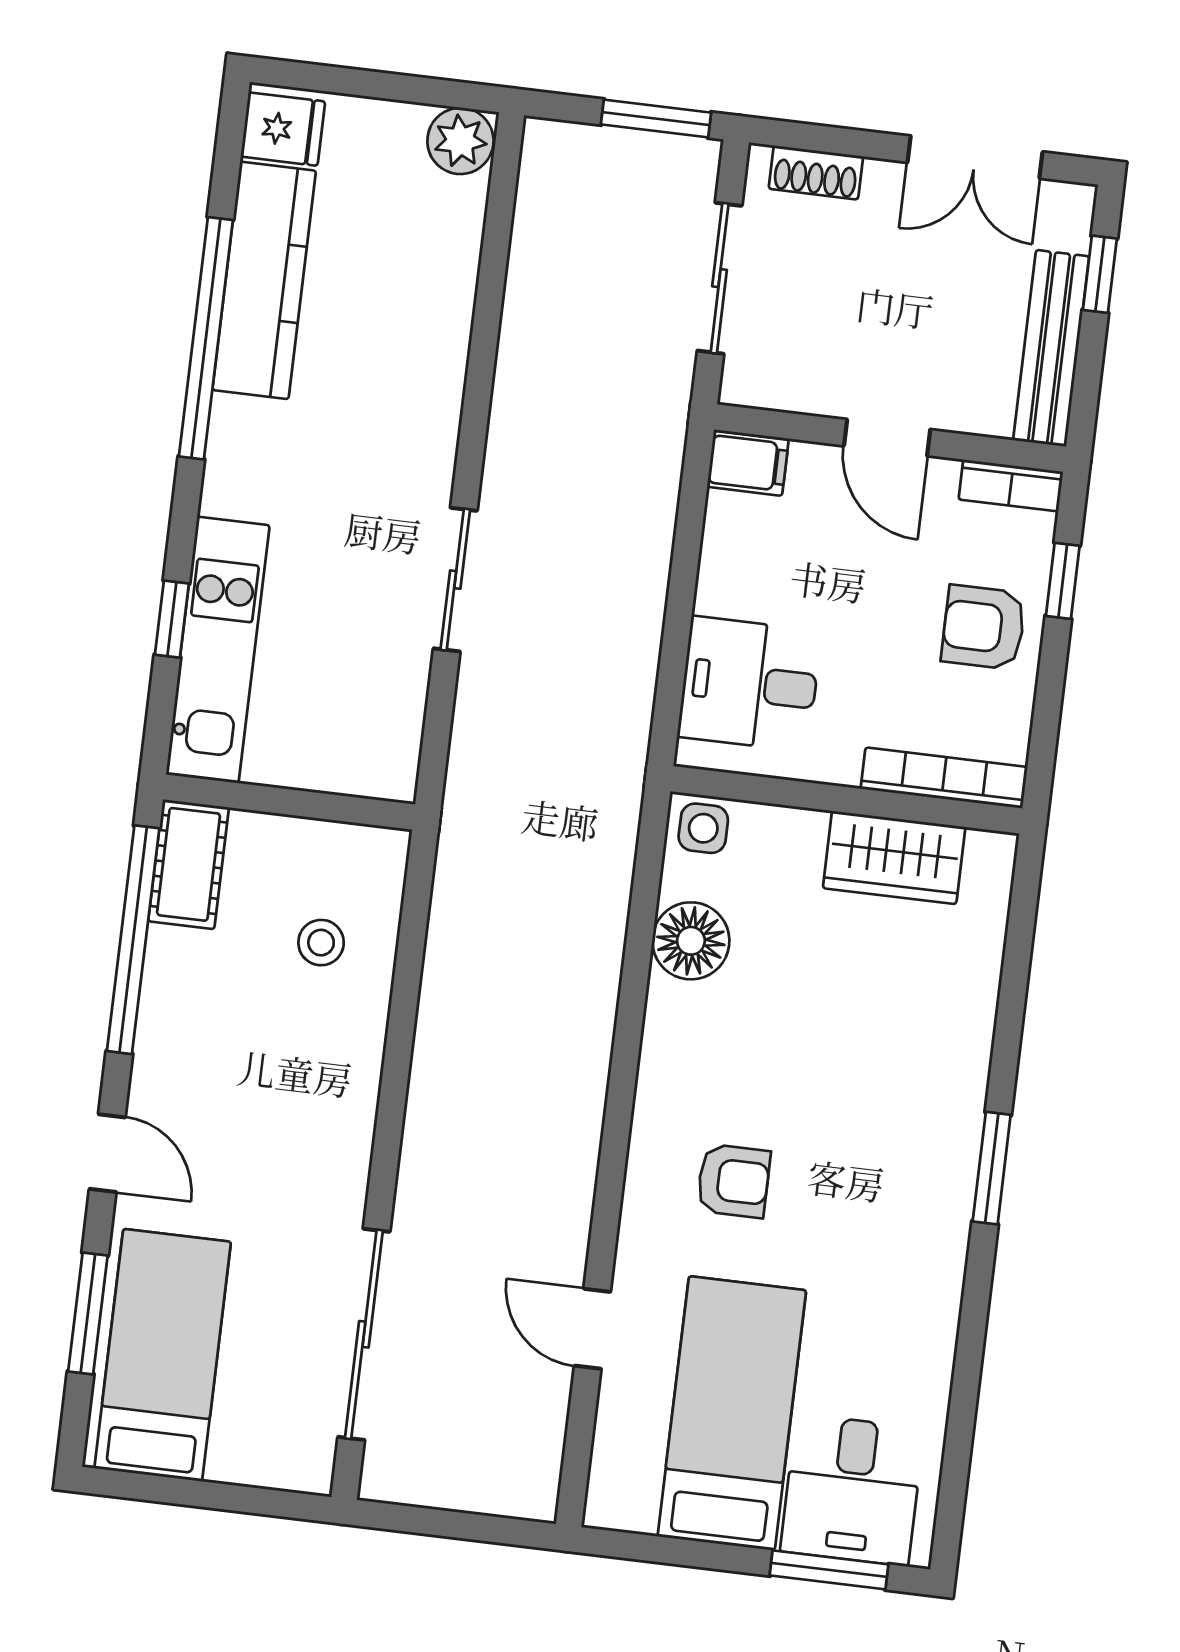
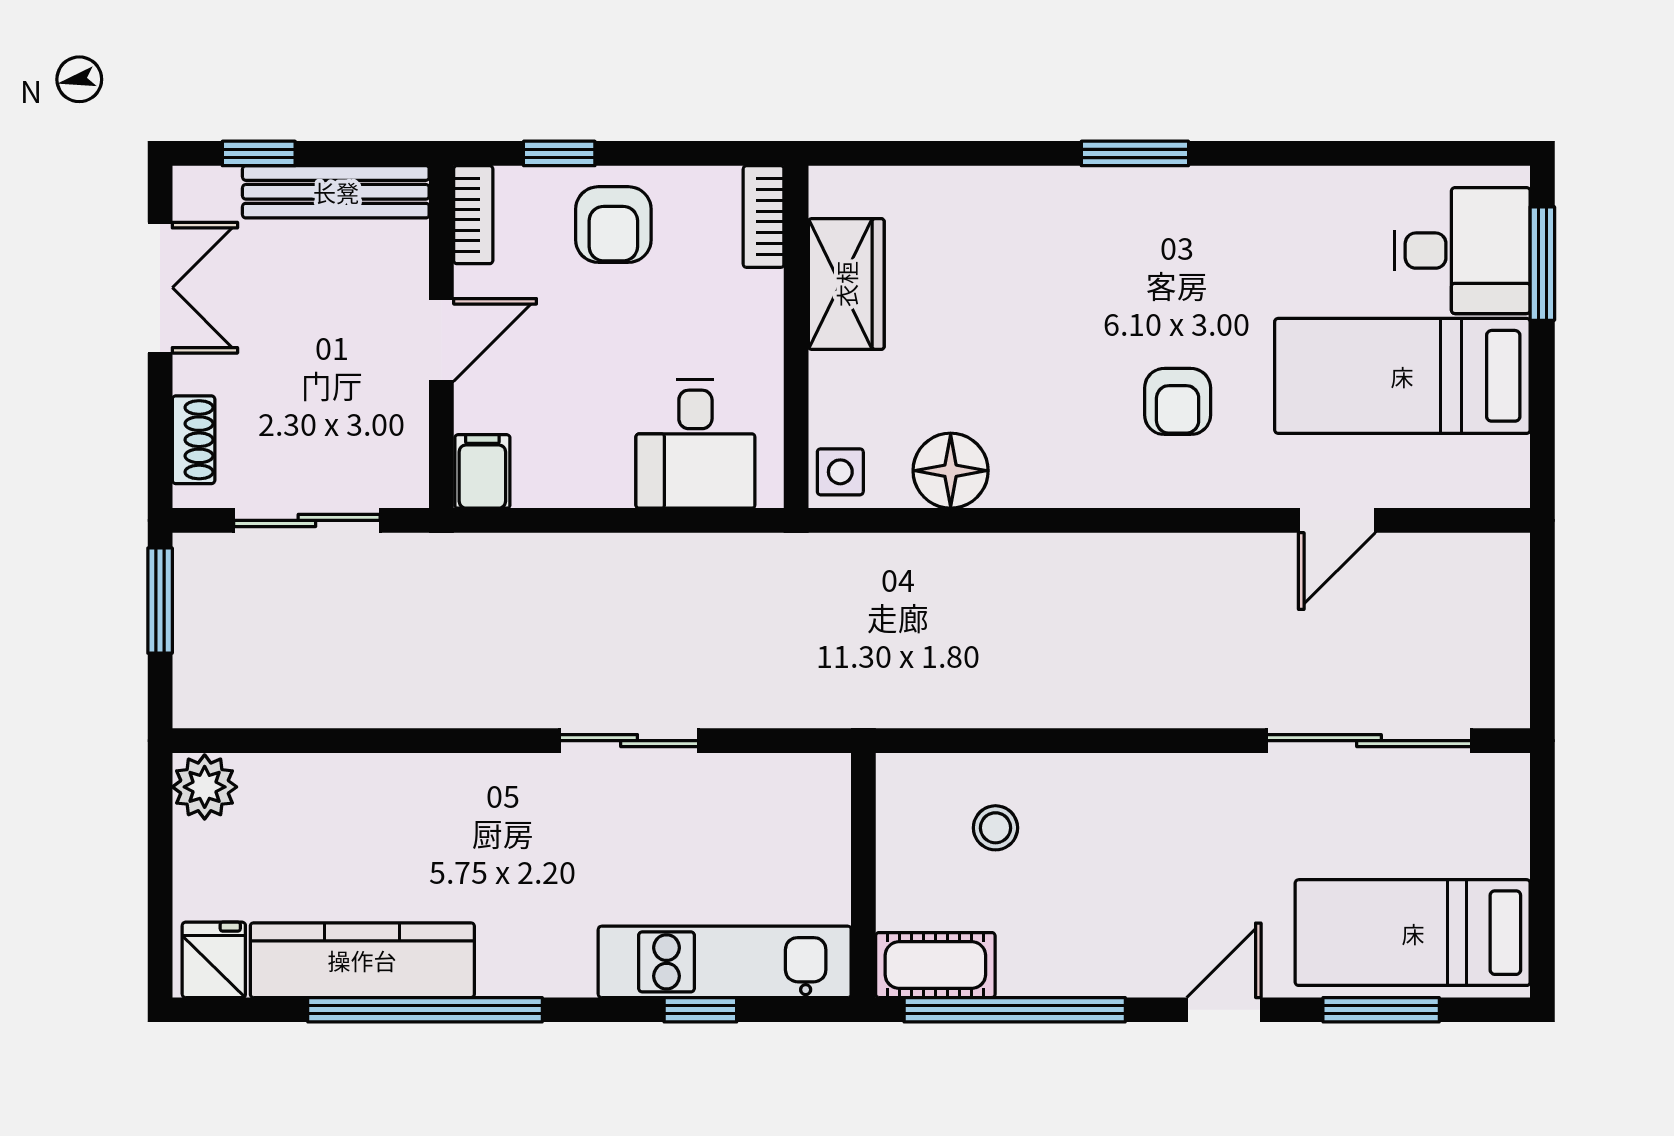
bookcase: (944, 778) -> (764, 217), width x0.64
armchair: (733, 1181) -> (1178, 401), turned 180

